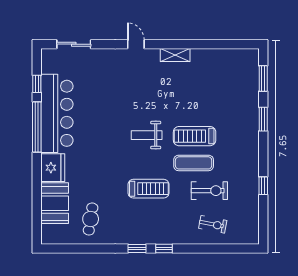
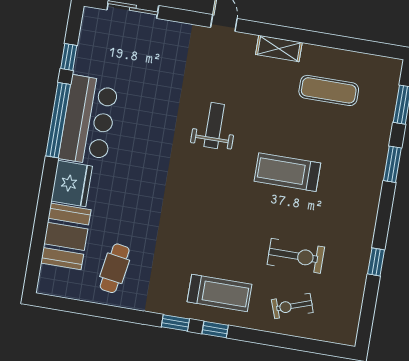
bar counter: (57, 113) -> (89, 120), width x0.73
weight bench: (147, 135) -> (214, 125), moved, turned 90
exercise mat: (194, 163) -> (329, 90), moved
treadmill: (149, 189) -> (219, 293), moved
exercise bike: (213, 224) -> (292, 306), turned 150

